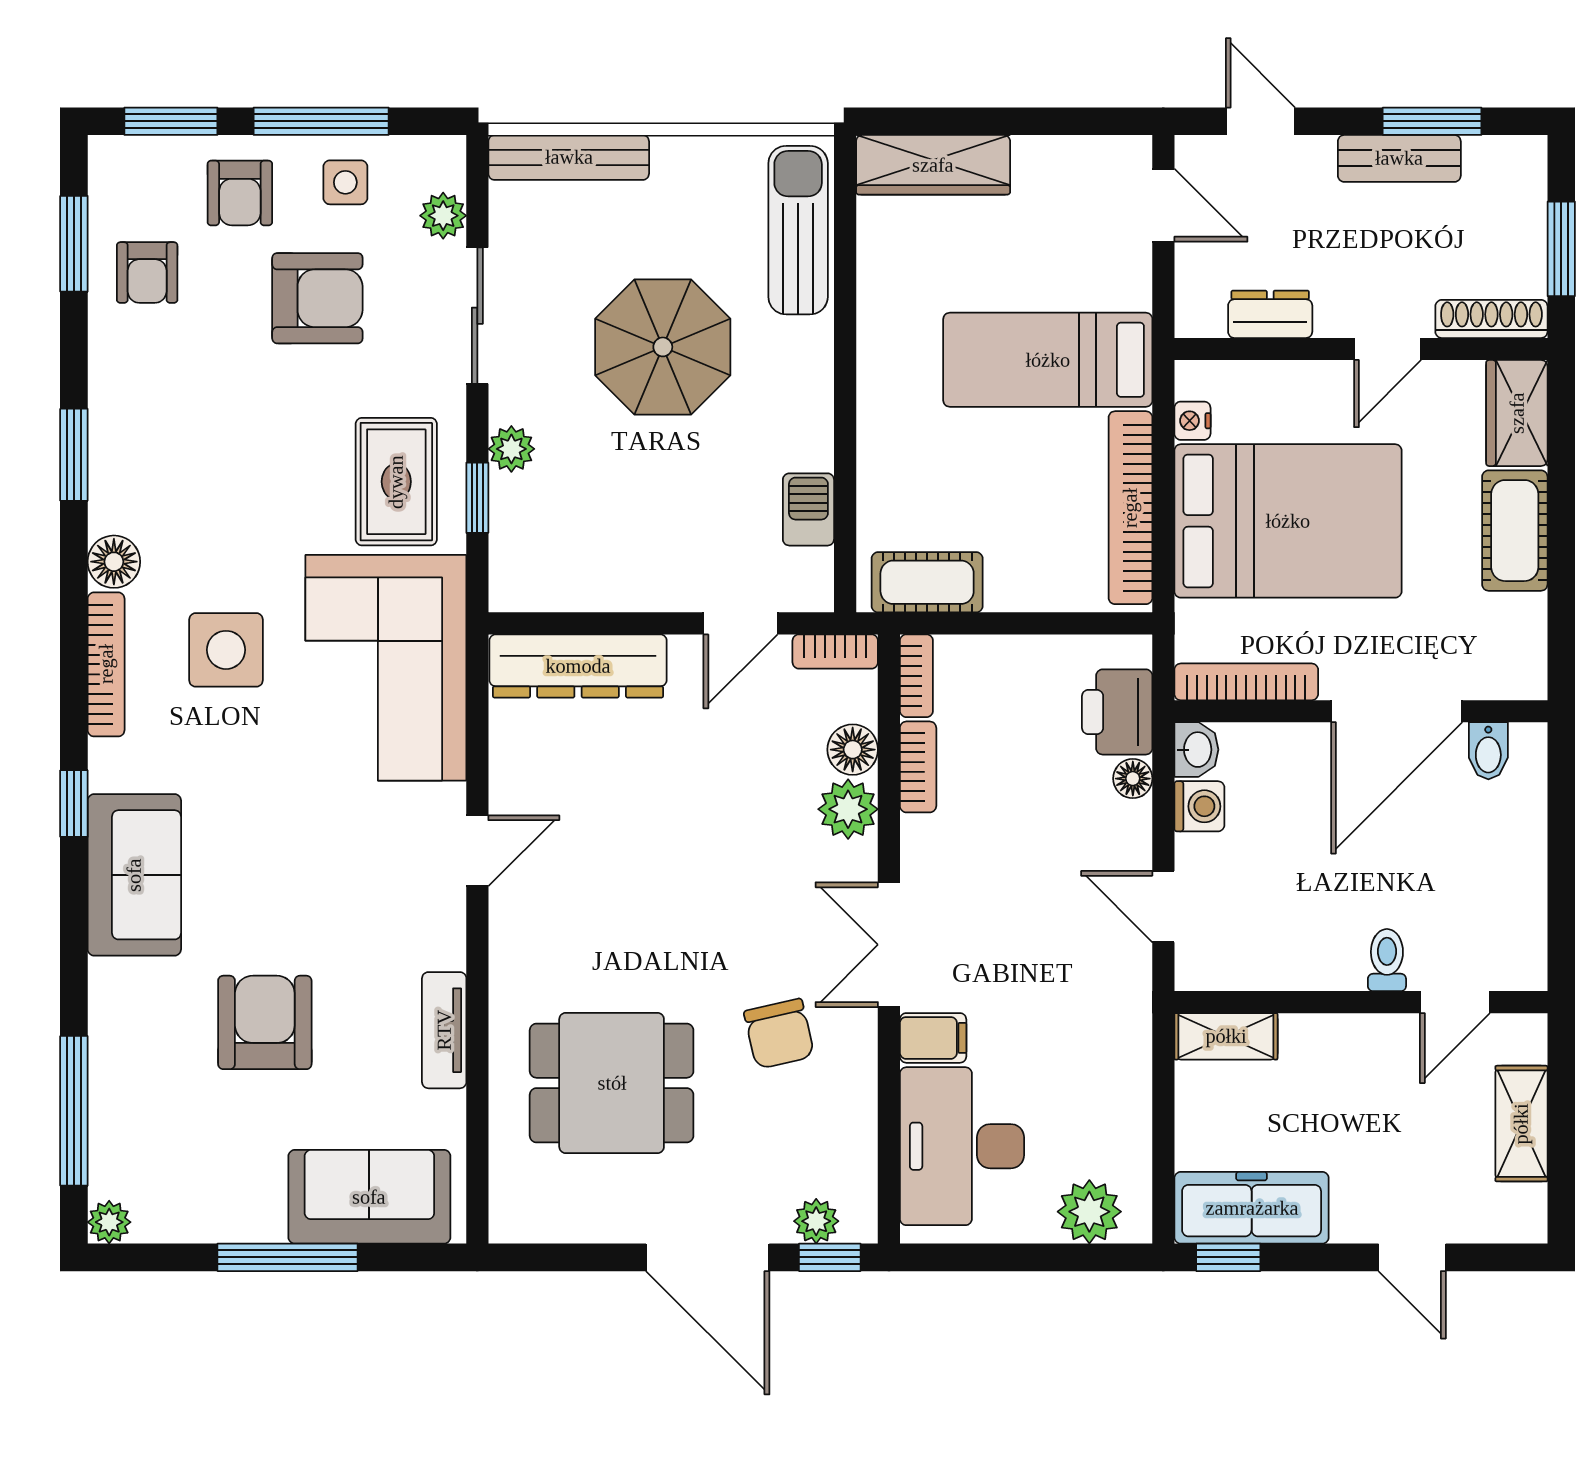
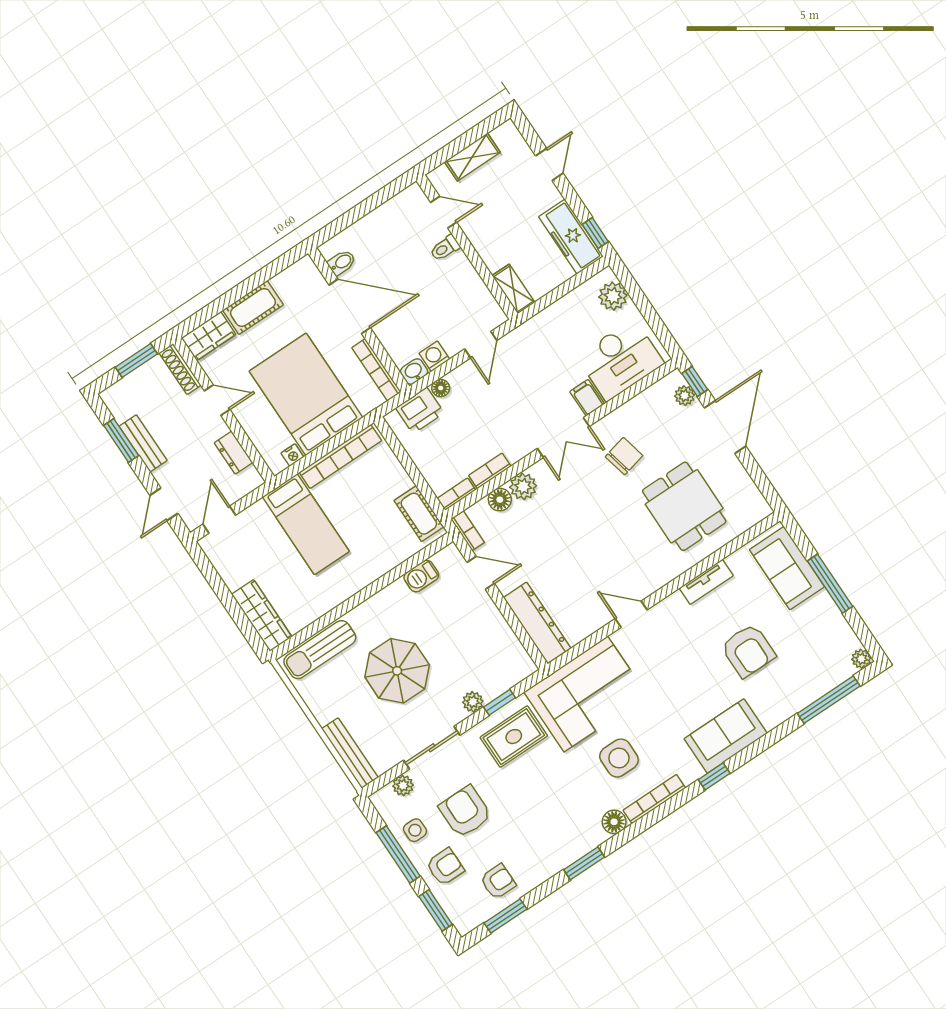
armchair: (265, 1022) -> (748, 651), turned -90

